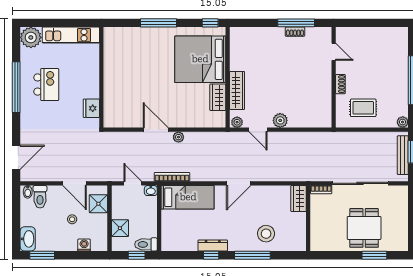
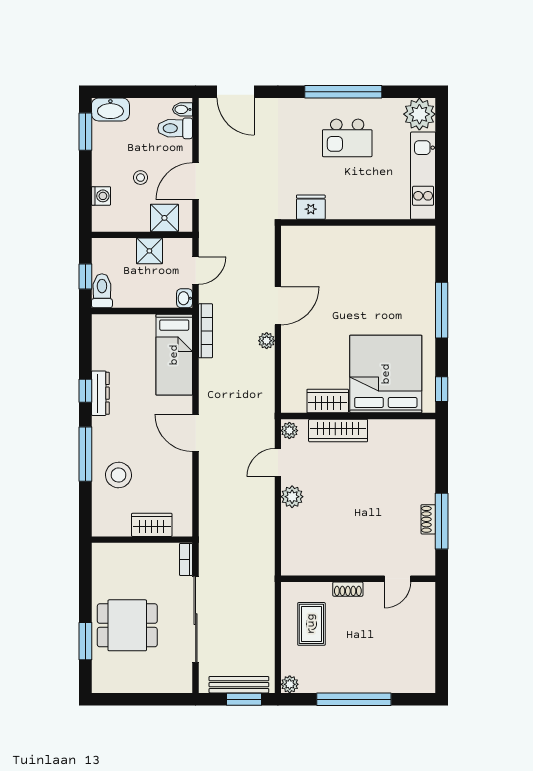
wardrobe: (299, 199) -> (152, 525), moved
shower: (120, 228) -> (149, 251), moved

